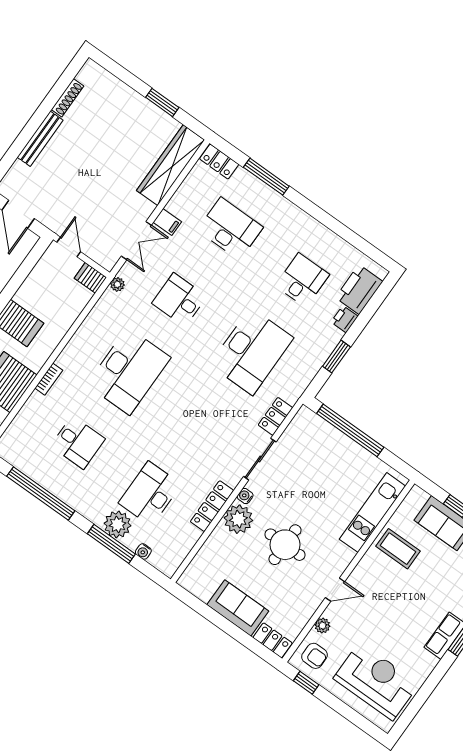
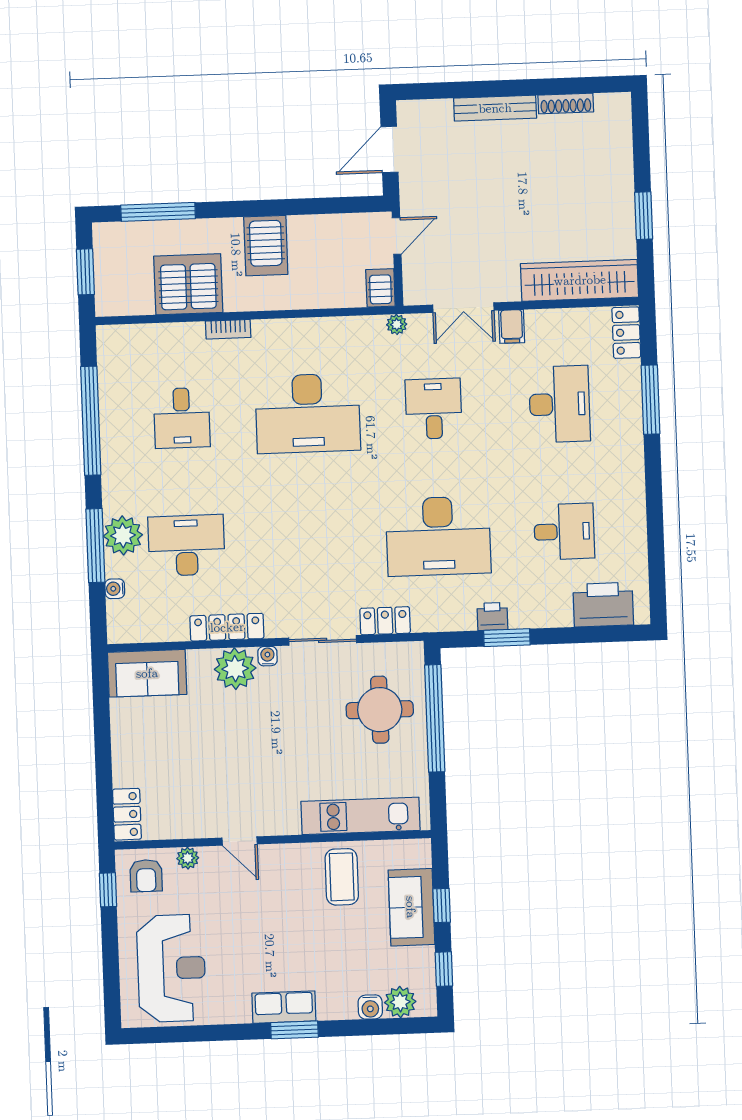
printer: (345, 319) -> (492, 616), moved
round table: (285, 545) -> (380, 710), moved
sofa: (238, 608) -> (147, 673), moved, turned 90

